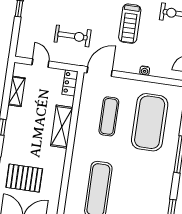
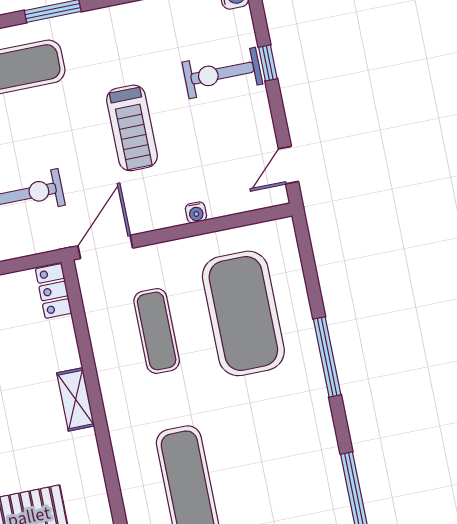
shelving: (62, 127) -> (76, 399), width x0.67, depth x0.75

